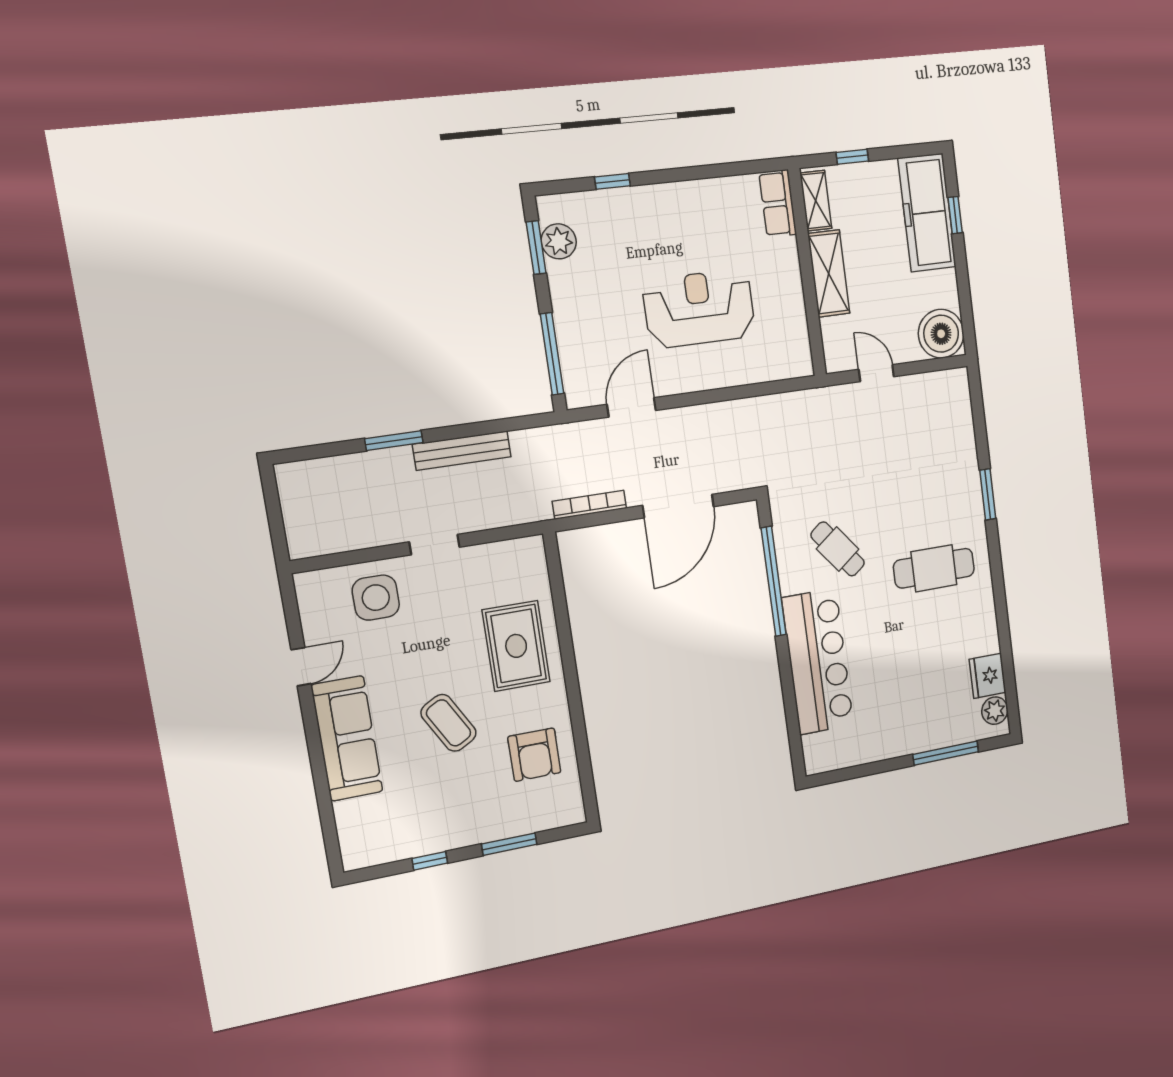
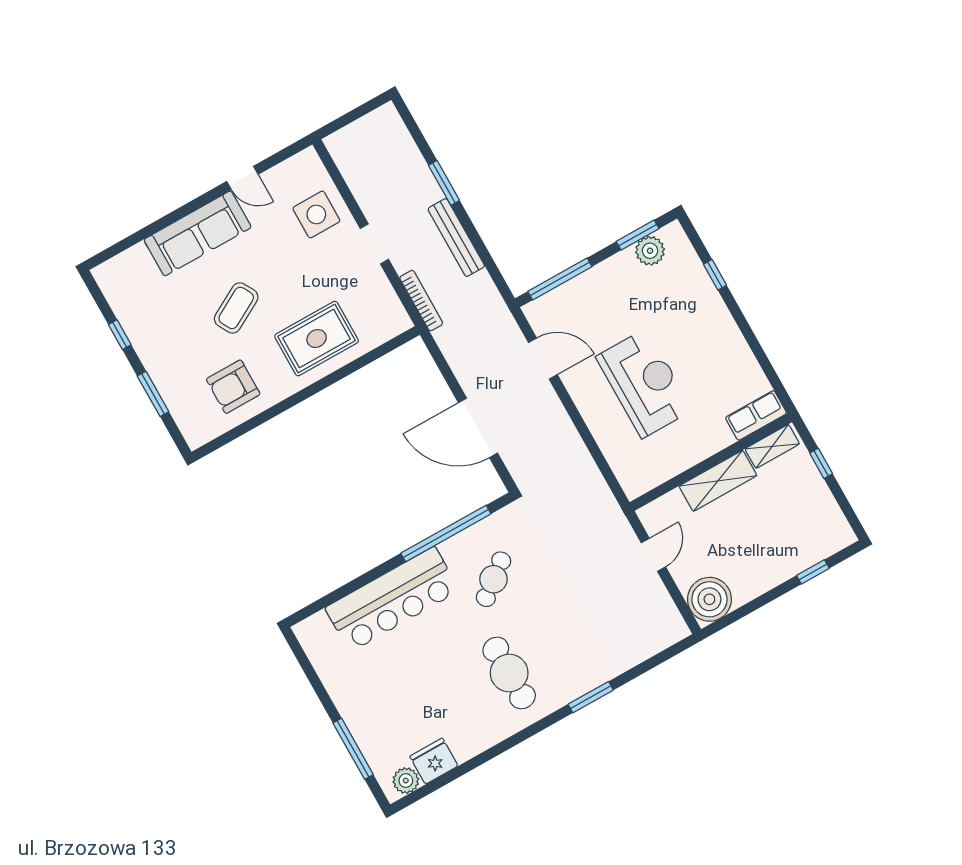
freezer: (927, 213) -> (804, 546), removed
bookcase: (589, 505) -> (421, 301), moved

